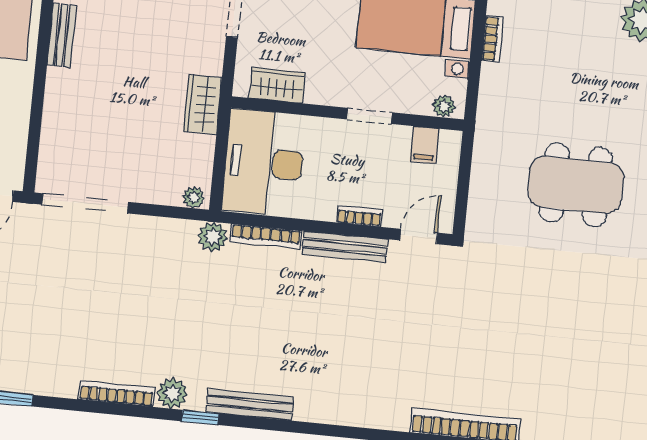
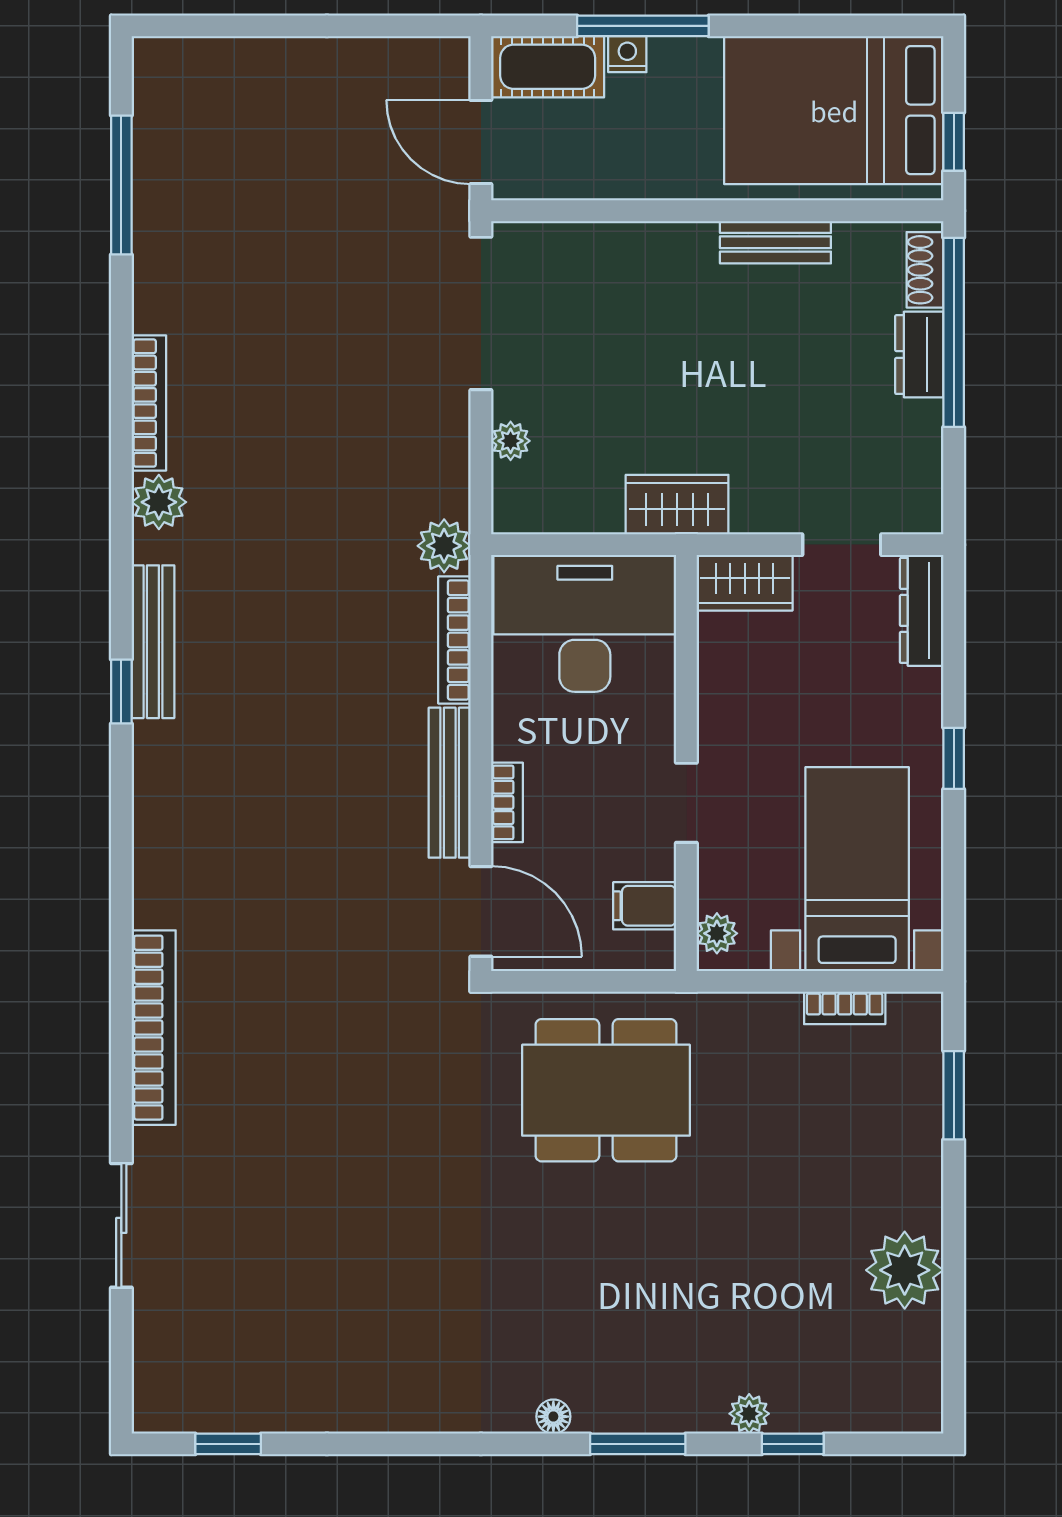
wardrobe: (277, 85) -> (745, 583), moved, turned 90
dining table: (576, 185) -> (606, 1090), moved, turned 90
plant: (194, 197) -> (511, 441), moved
door: (419, 237) -> (481, 911), width x1.38
window: (200, 417) -> (121, 691), moved

